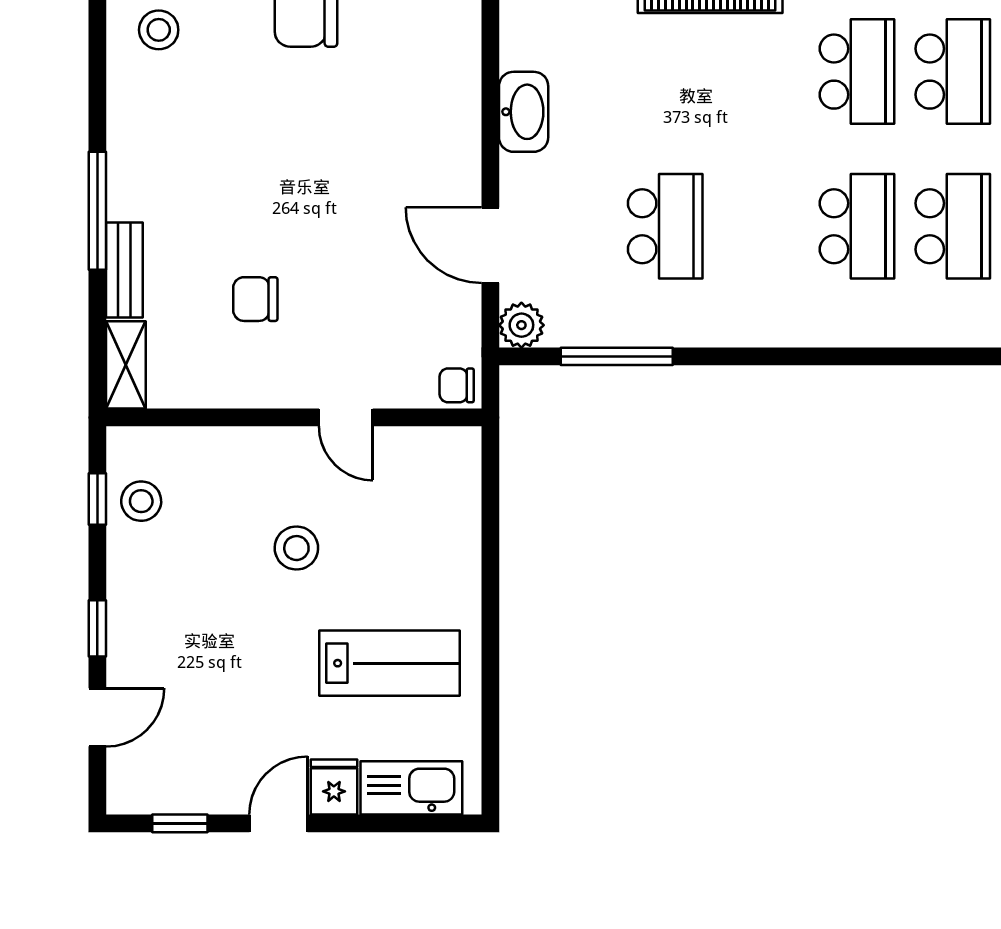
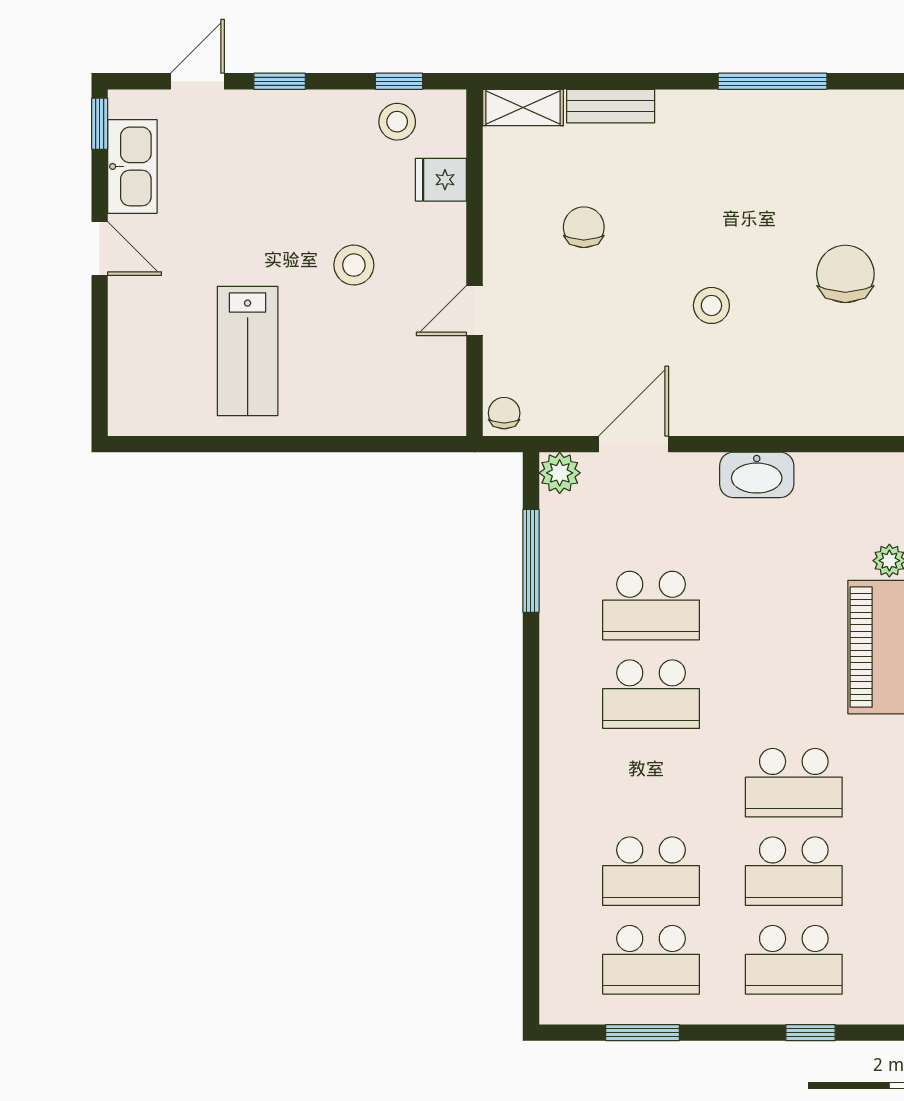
stool: (159, 30) -> (711, 305), moved
window: (97, 211) -> (772, 81), moved
school desk: (857, 226) -> (651, 694), moved
door: (97, 717) -> (197, 81), swing flipped
fridge: (334, 787) -> (441, 180), moved, turned 180
kitchen sink: (411, 788) -> (132, 166), moved
window: (180, 823) -> (100, 124), moved

